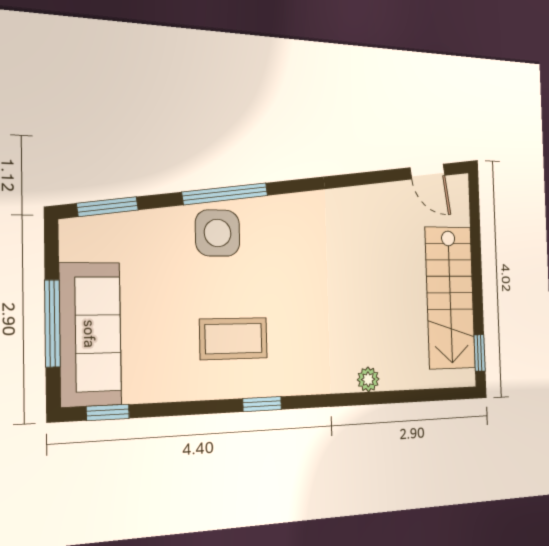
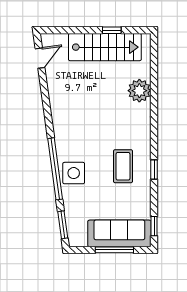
window: (225, 194) -> (55, 169), width x1.46
window: (480, 353) -> (112, 30), moved
plant: (368, 379) -> (139, 91), width x1.88, depth x1.88
window: (262, 404) -> (154, 169), moved

